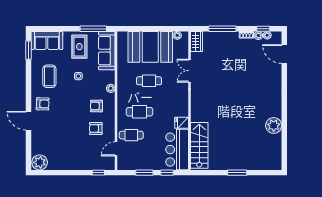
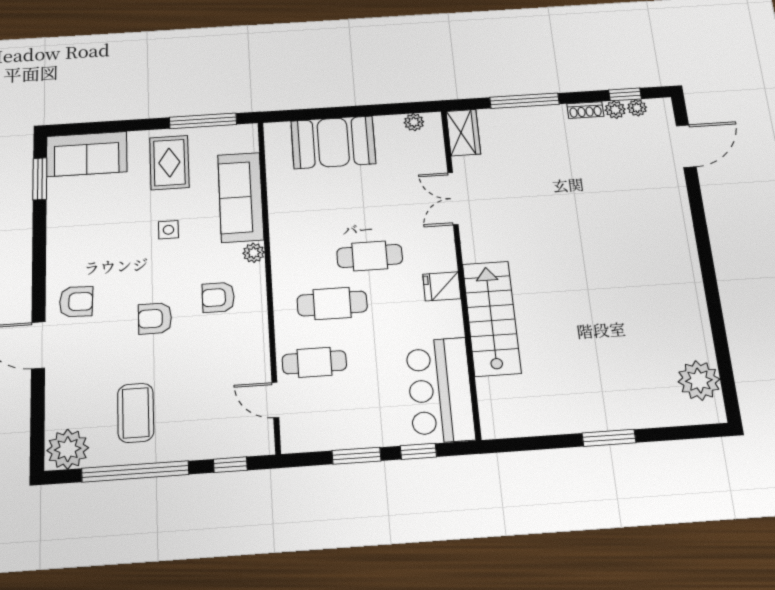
booth: (150, 47) -> (333, 142), width x0.73, depth x0.70
sofa: (107, 51) -> (241, 197), moved
door: (284, 54) -> (686, 146), swing flipped
coffee table: (49, 76) -> (136, 413), moved
cafe table: (149, 81) -> (370, 256), moved
fridge: (182, 123) -> (442, 286), moved
plant: (274, 126) -> (699, 381), moved
armchair: (96, 129) -> (155, 318), moved
stairs: (199, 145) -> (492, 318), moved
door: (116, 149) -> (275, 400), hinge flipped
window: (64, 173) -> (135, 471), added

